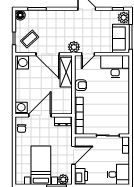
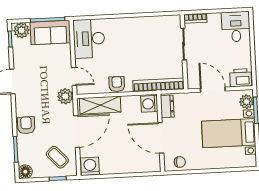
armchair: (54, 17) -> (26, 125), added
washing machine: (21, 108) -> (149, 104), moved

